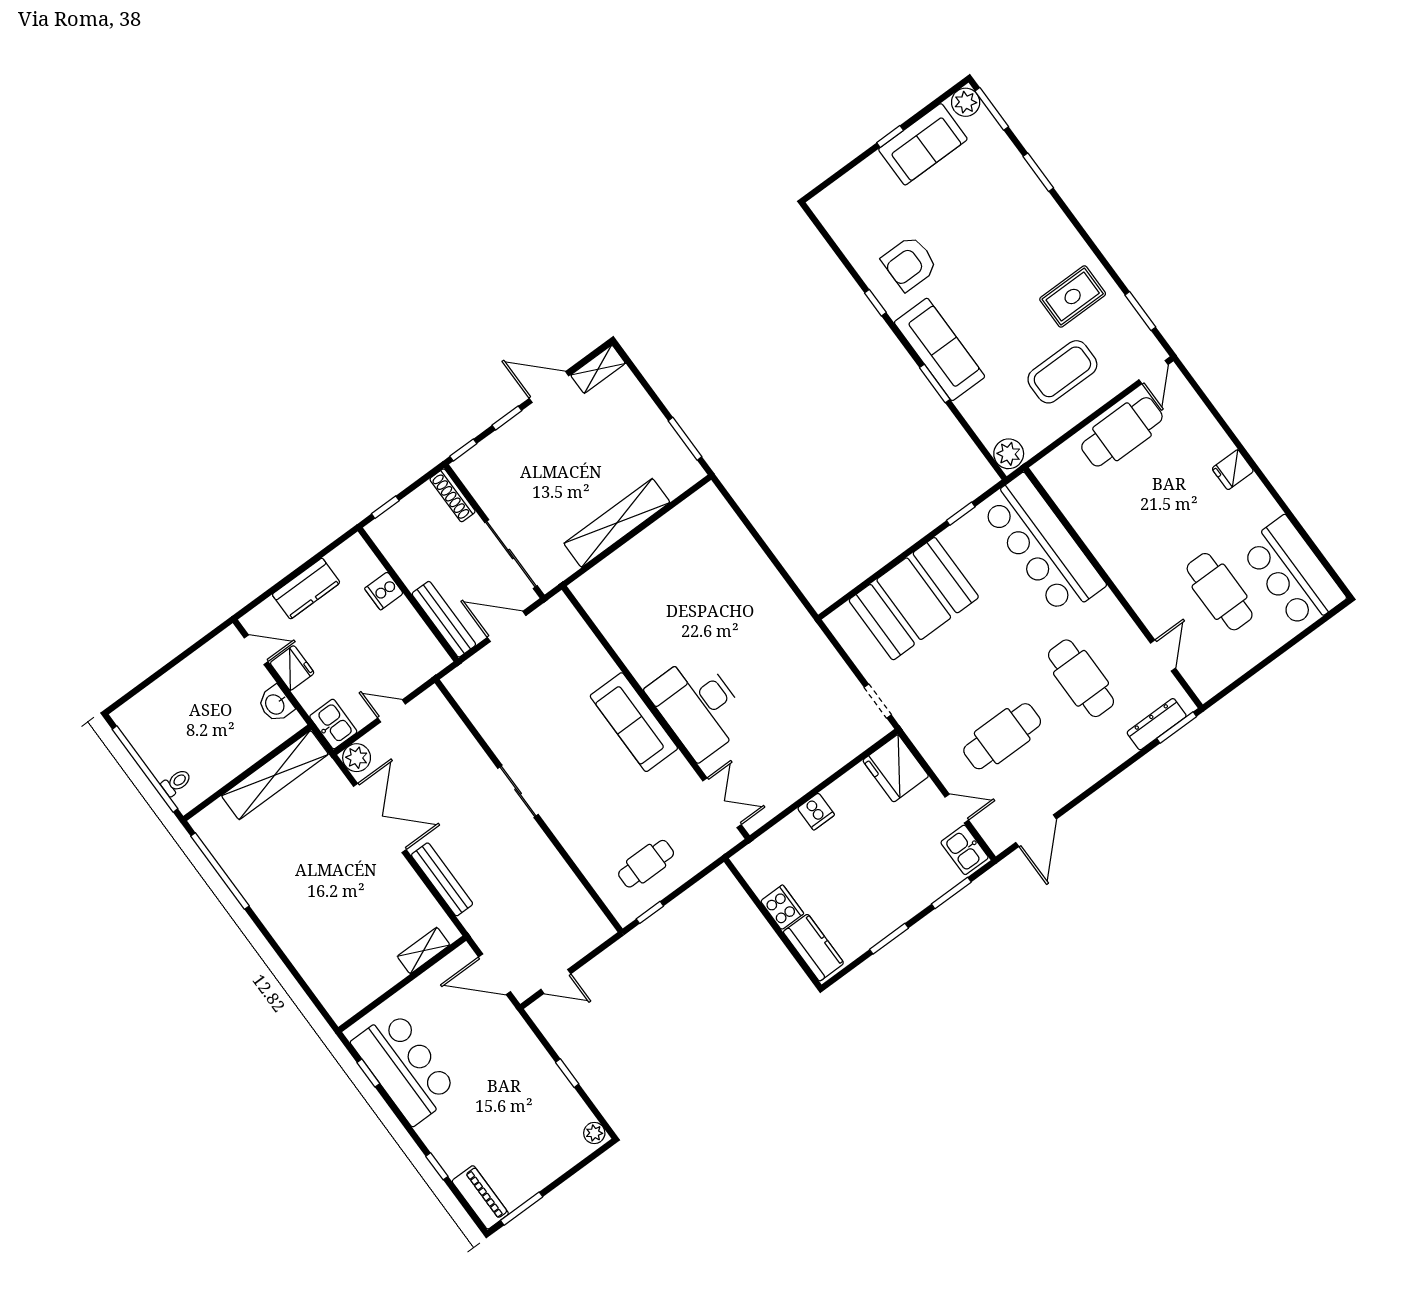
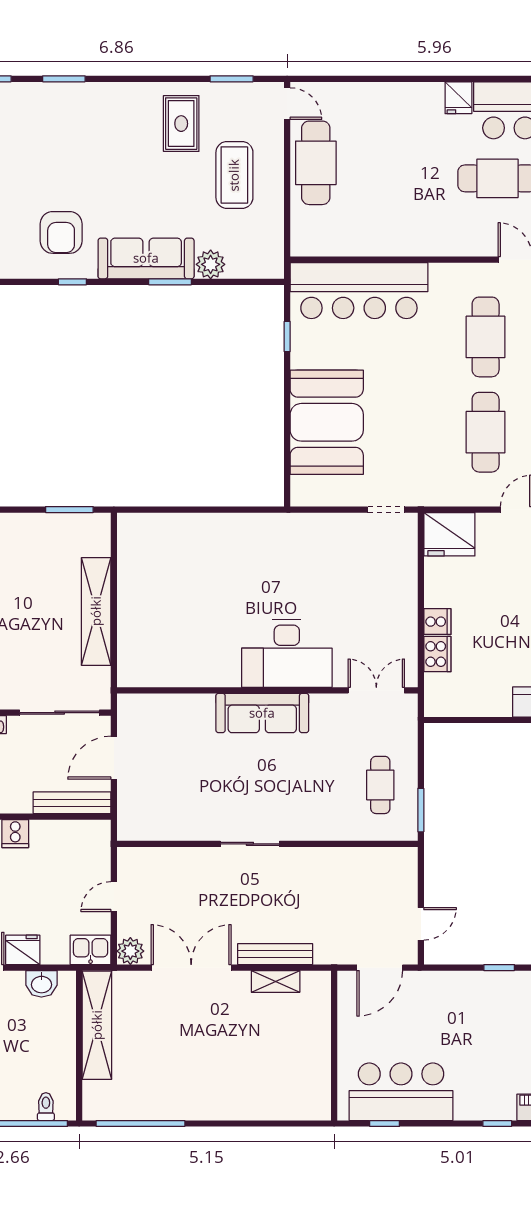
plant: (1009, 454) -> (211, 264), moved
fridge: (1233, 470) -> (458, 98), moved
cafe table: (1081, 678) -> (486, 337), turned 90
cooker: (782, 907) -> (437, 654), moved, turned 90
window: (650, 912) -> (421, 810), width x1.50
shelving: (424, 951) -> (276, 981), moved, turned 90

